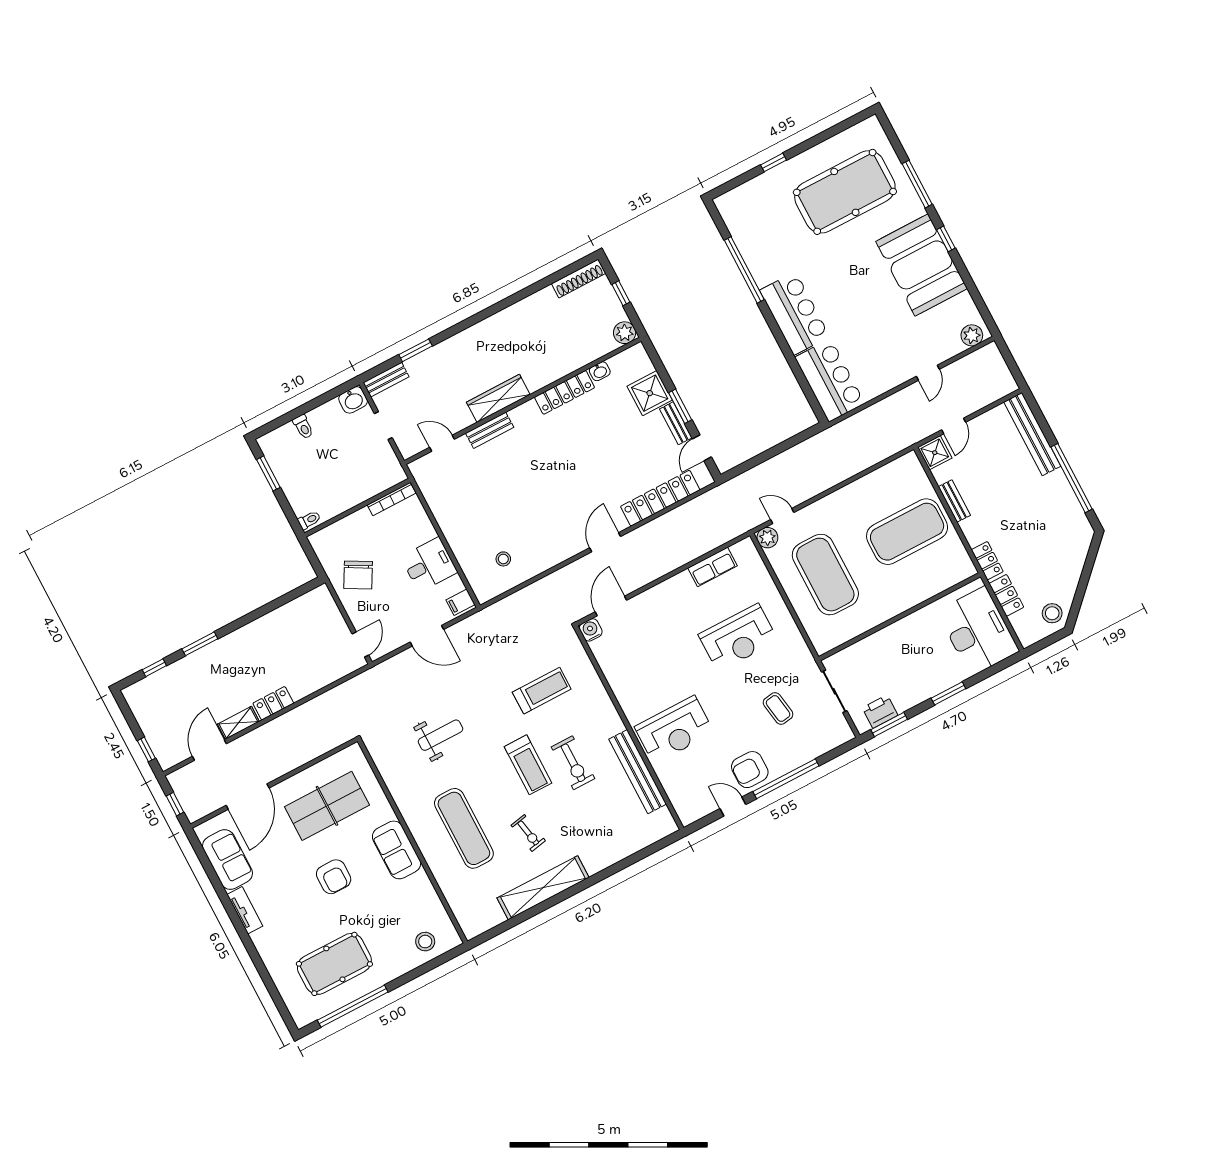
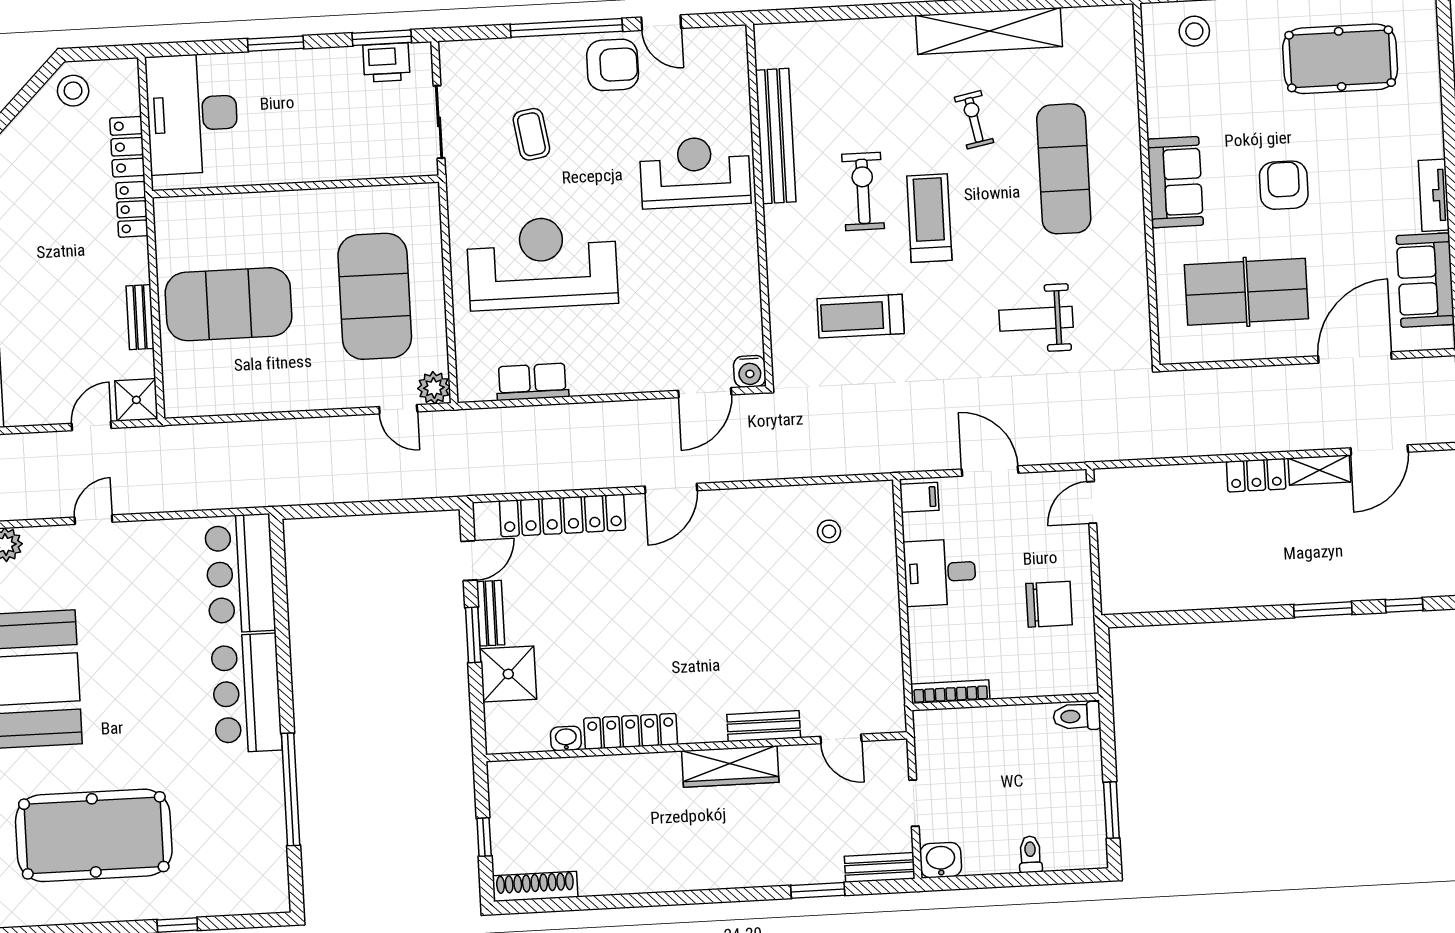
plant: (625, 333) -> (505, 778), removed
toilet: (309, 520) -> (1077, 716), width x1.37, depth x1.39
chair: (358, 575) -> (1049, 604), turned 61
reception desk: (738, 638) -> (542, 263), width x1.36, depth x1.30

